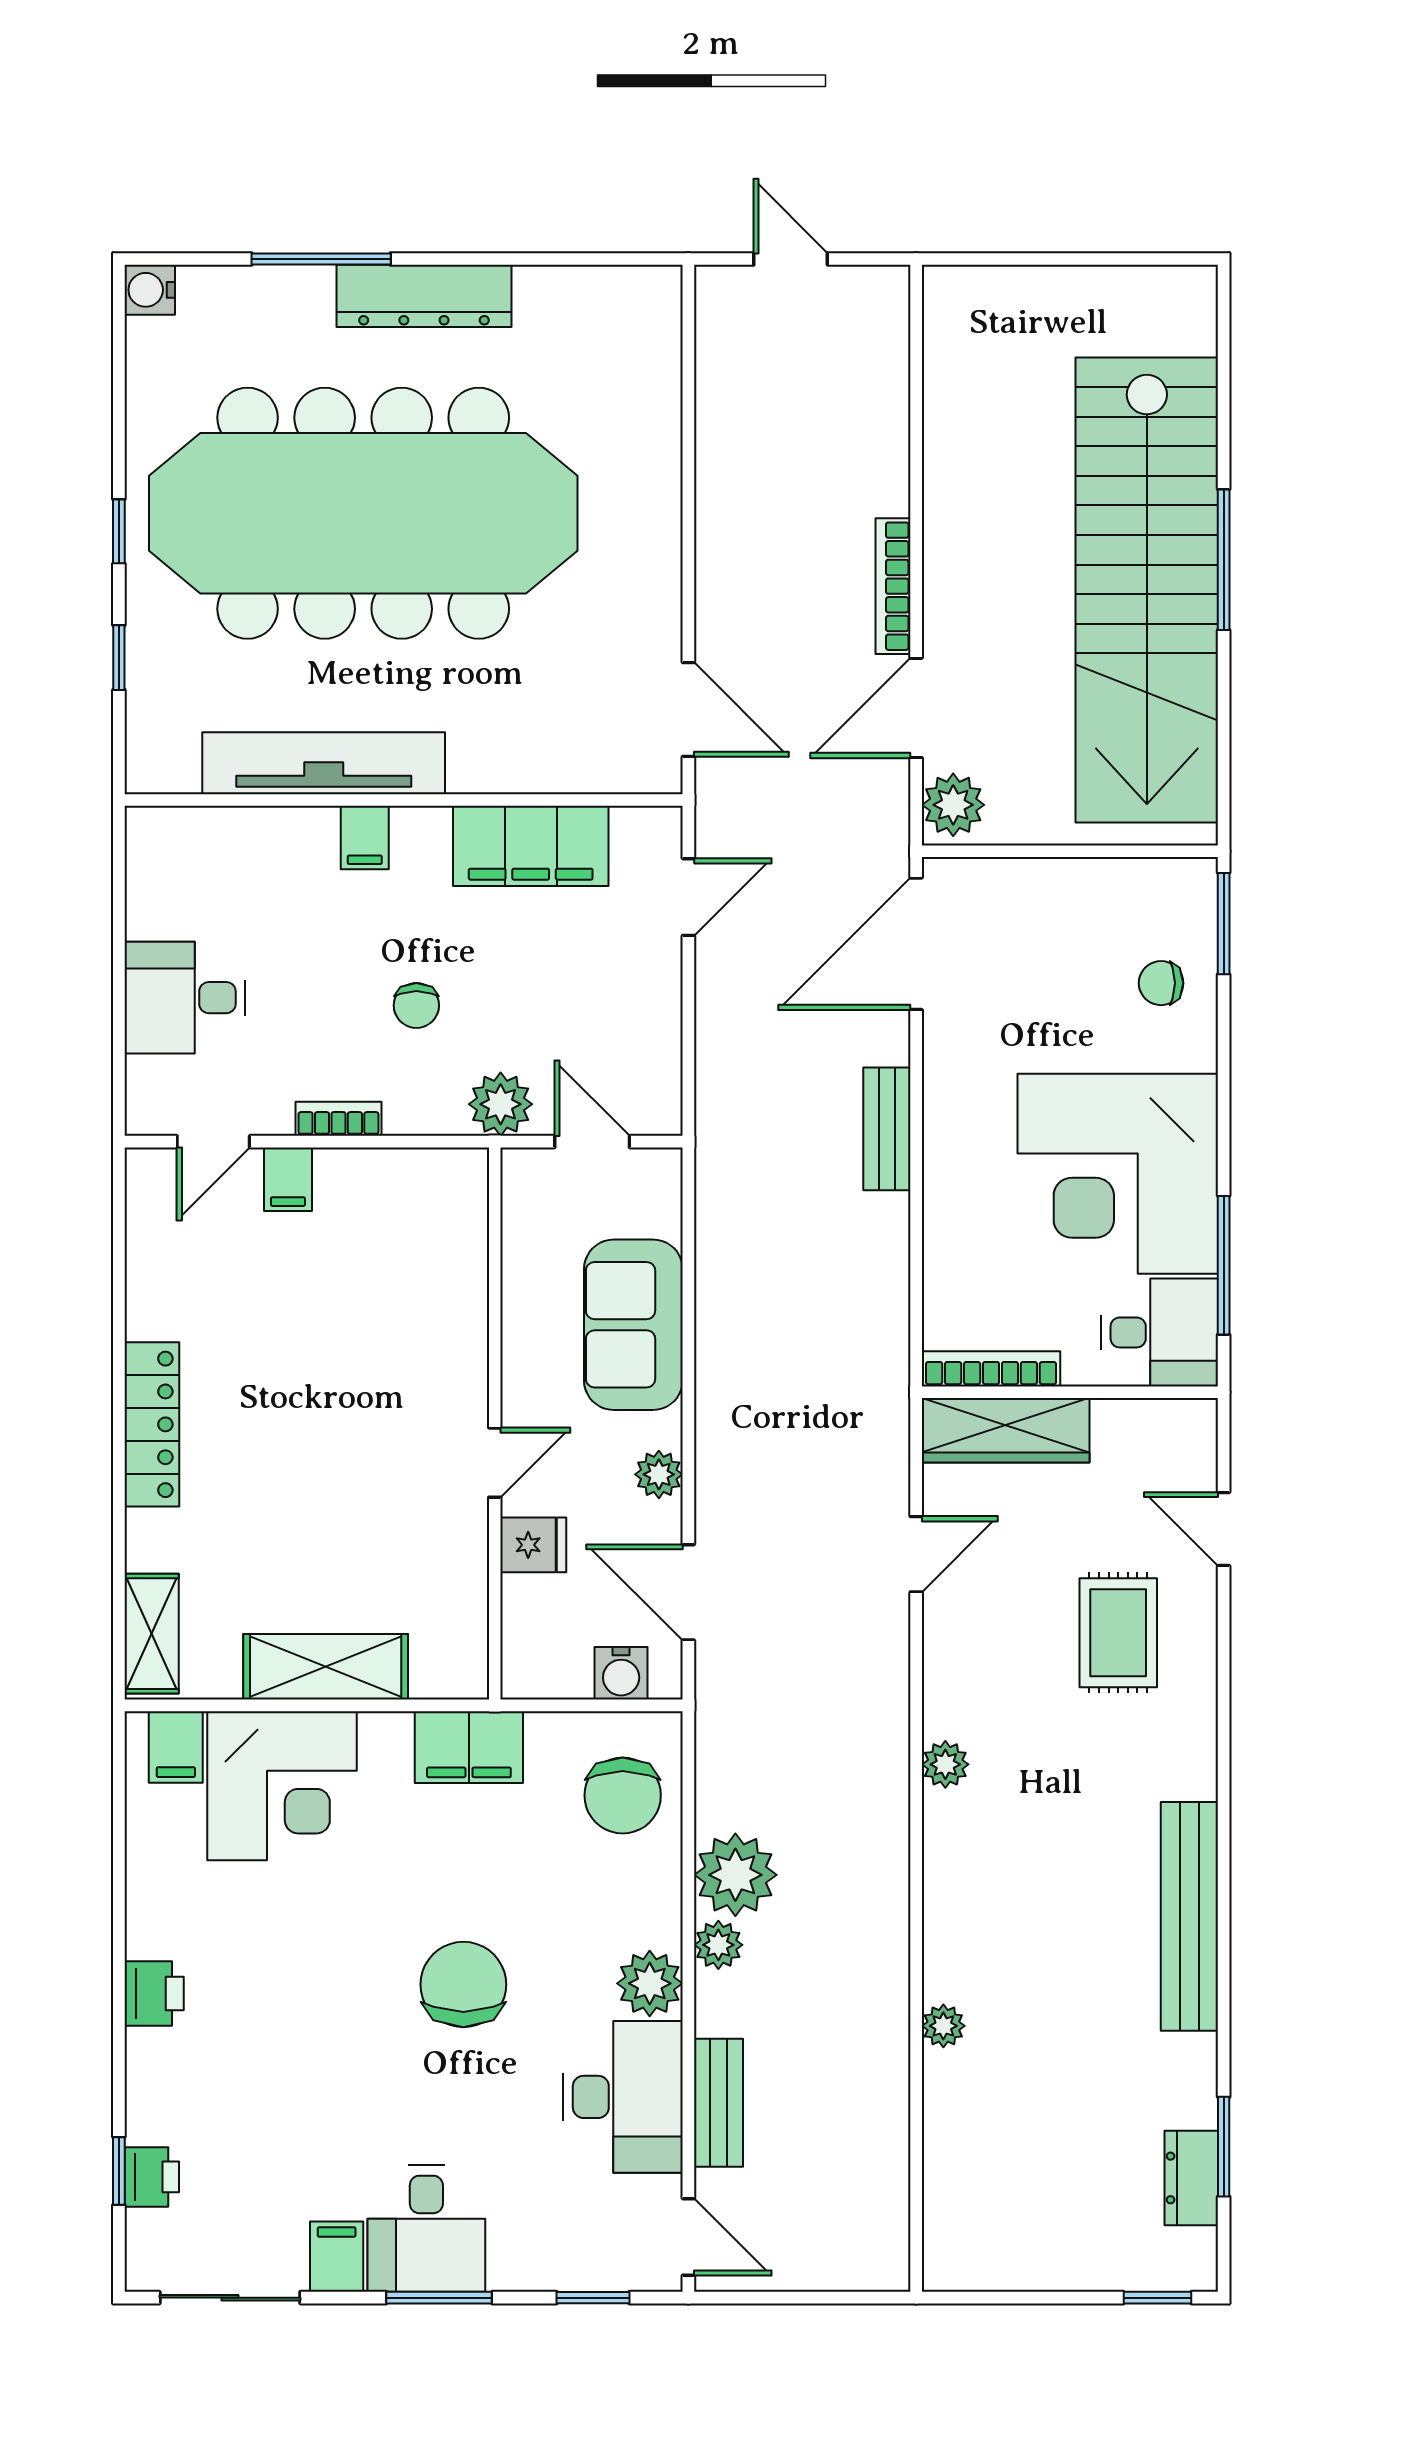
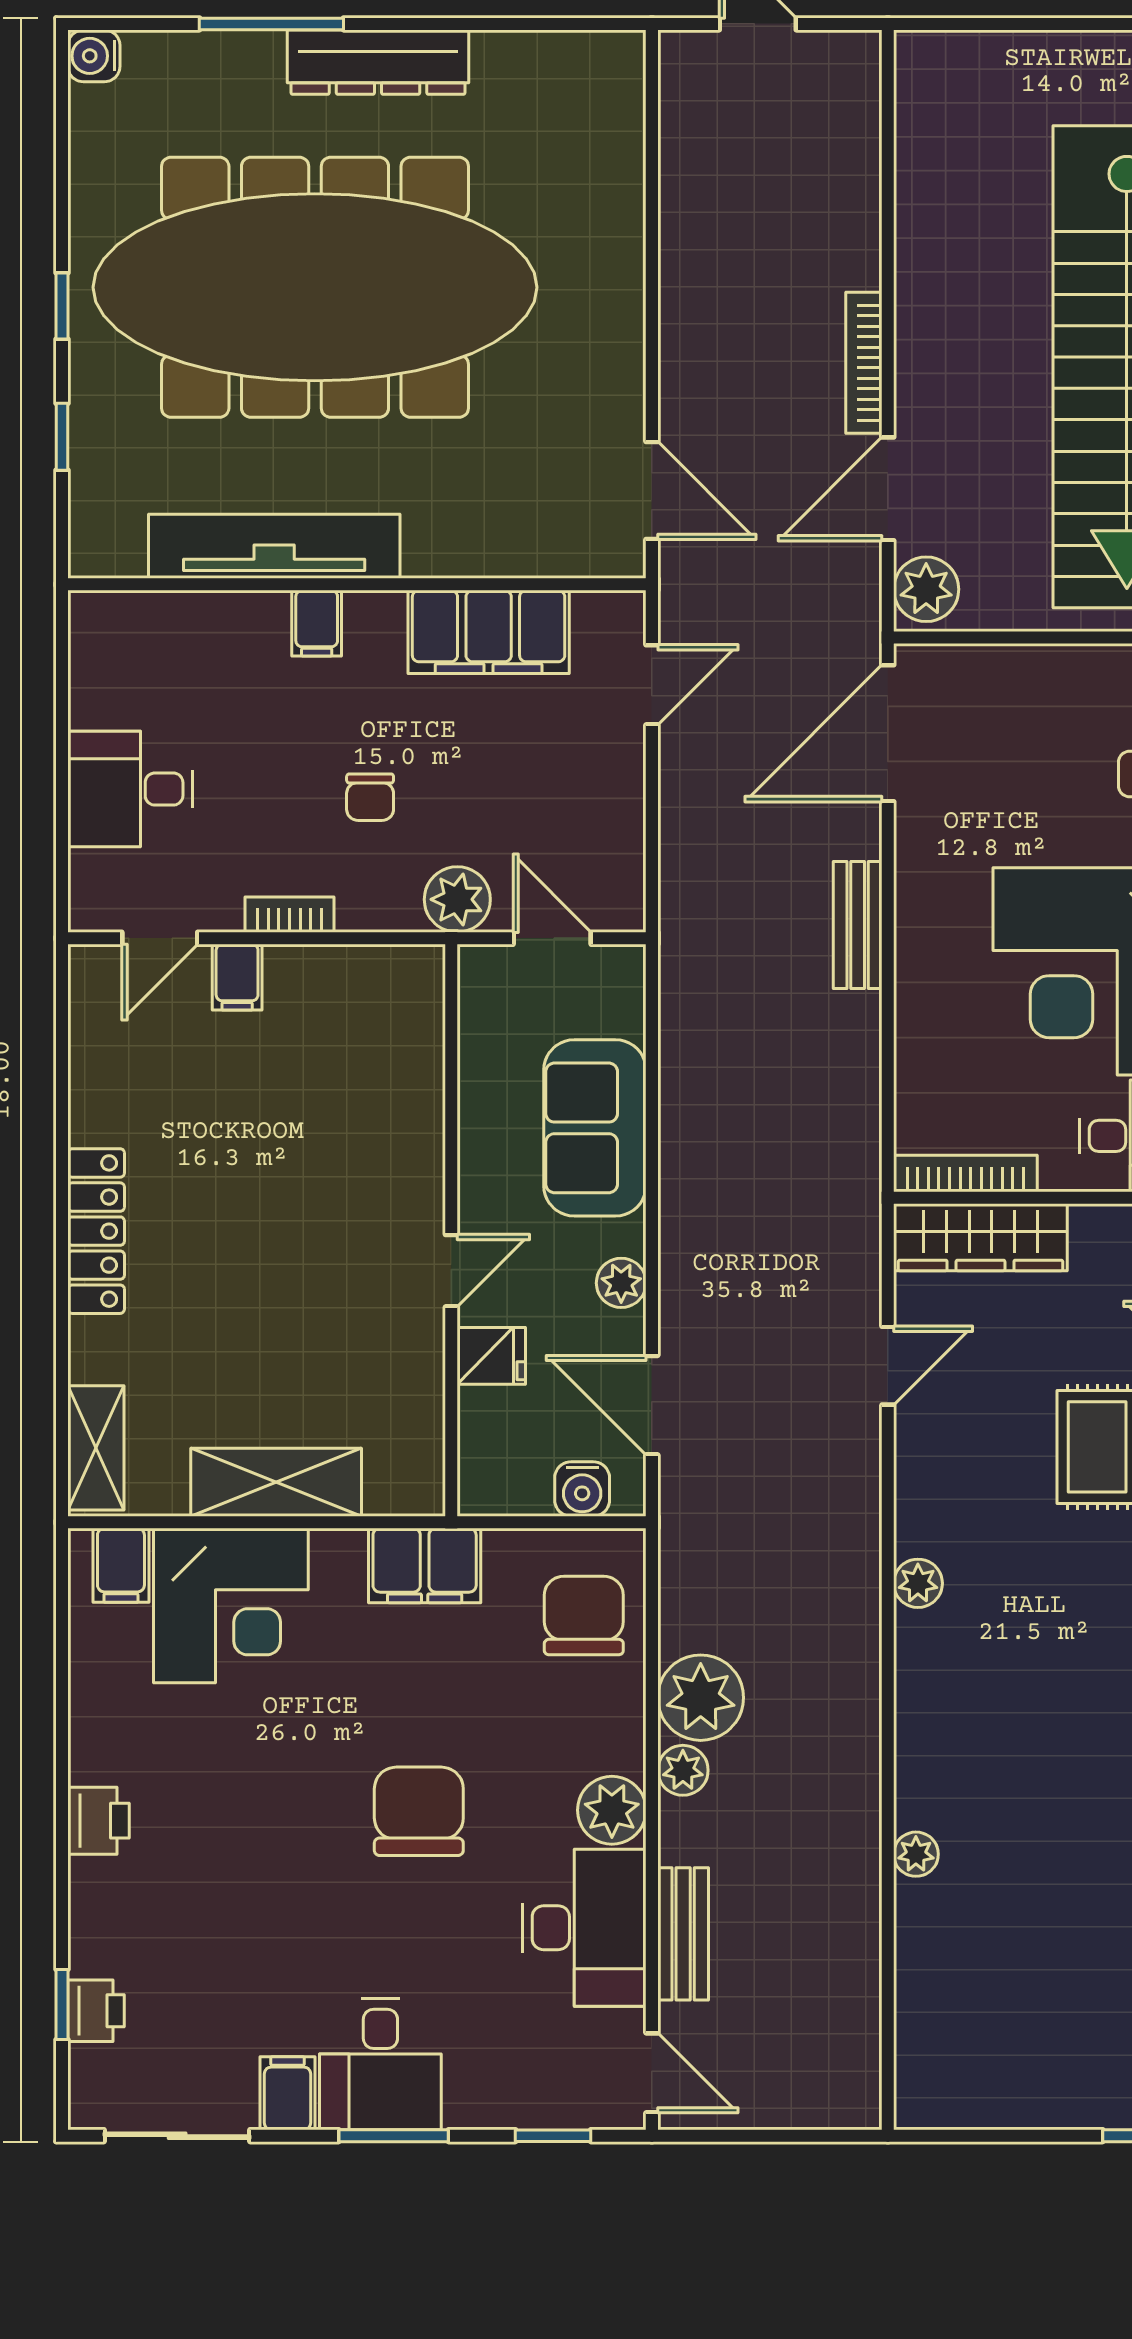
chair: (623, 1795) -> (584, 1616), turned 180

